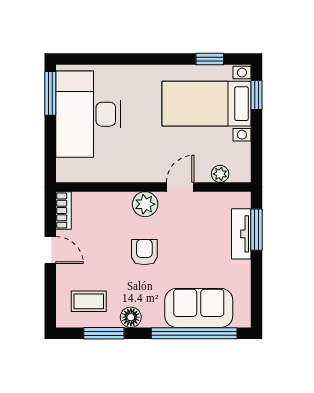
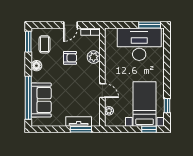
plant: (145, 204) -> (94, 57), moved
armchair: (144, 252) -> (70, 58), moved
window: (104, 333) -> (28, 42), moved

